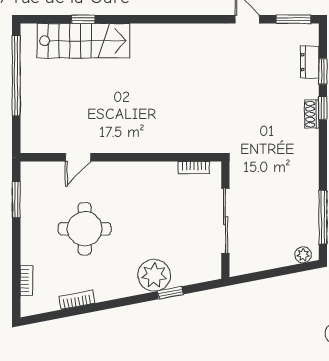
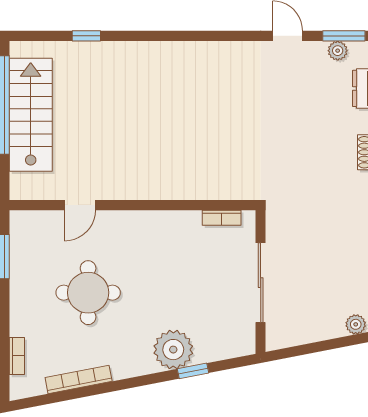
plant: (288, 31) -> (338, 51), added
stairs: (83, 41) -> (31, 115), moved, turned -90
bookcase: (77, 300) -> (79, 379), width x1.56

